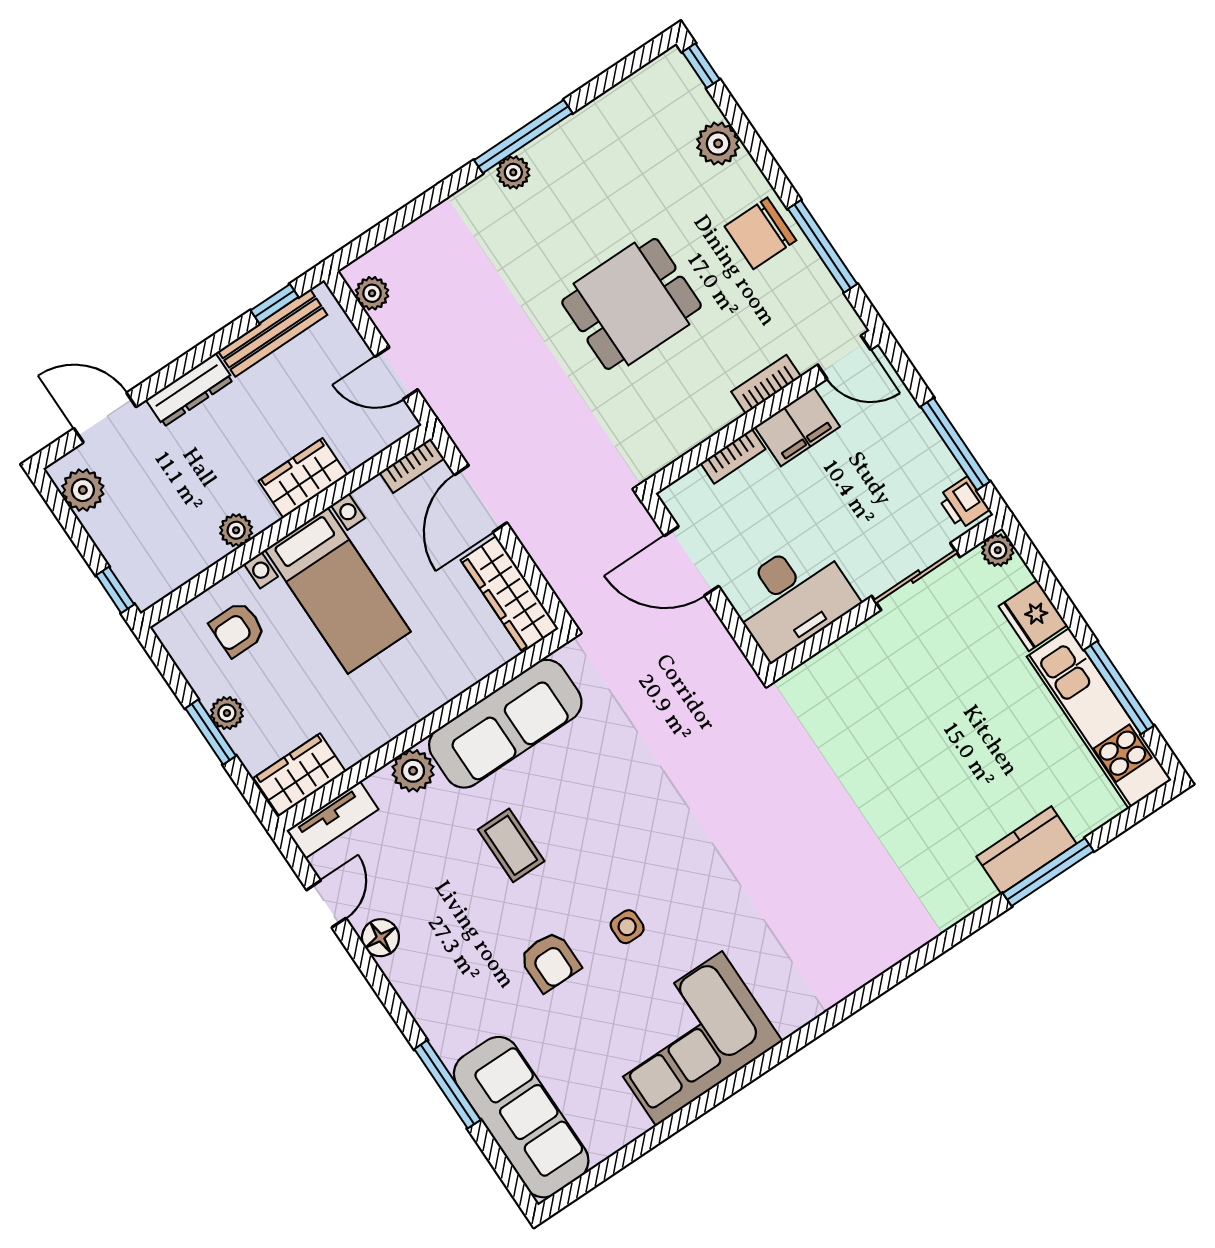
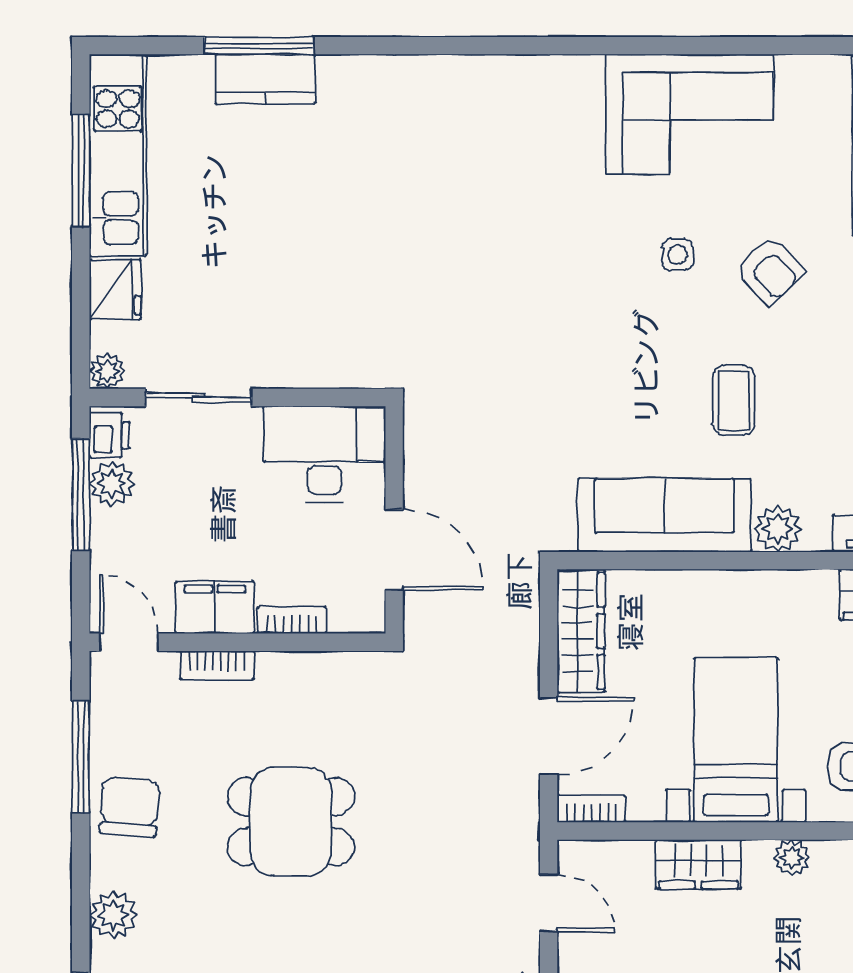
chair: (760, 233) -> (130, 807), turned -86
plant: (937, 468) -> (112, 484), added
armchair: (550, 961) -> (770, 270), turned 137

